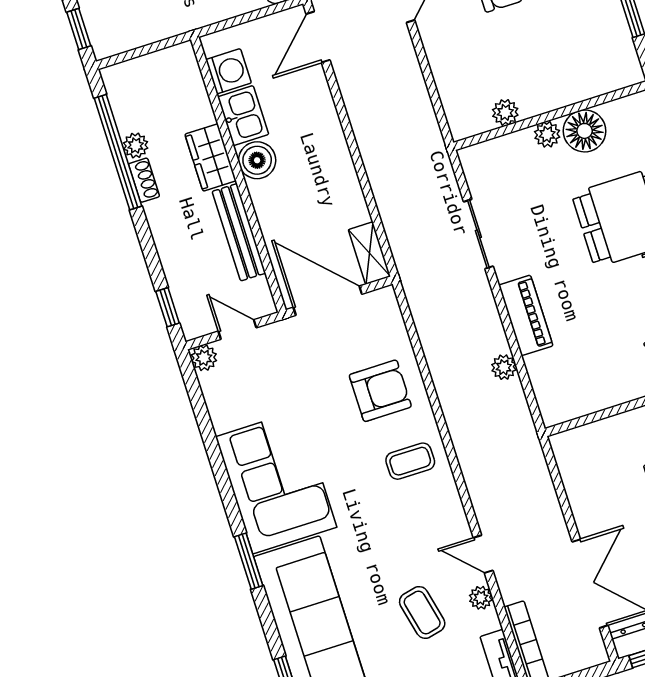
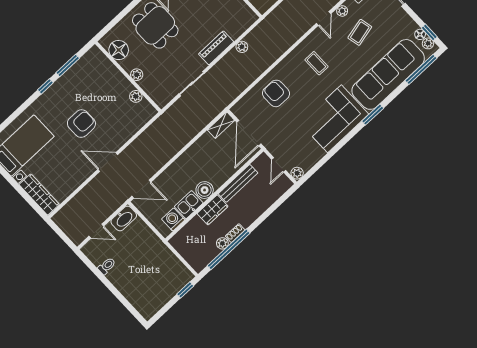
floor lamp: (585, 131) -> (119, 50), moved
window: (168, 307) -> (283, 198), removed
coffee table: (410, 461) -> (316, 63), moved

